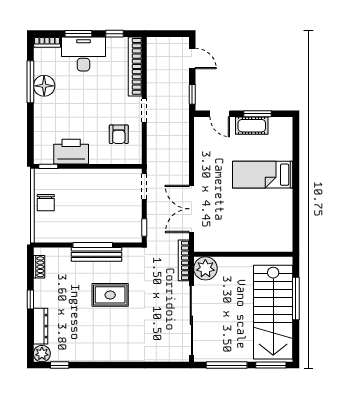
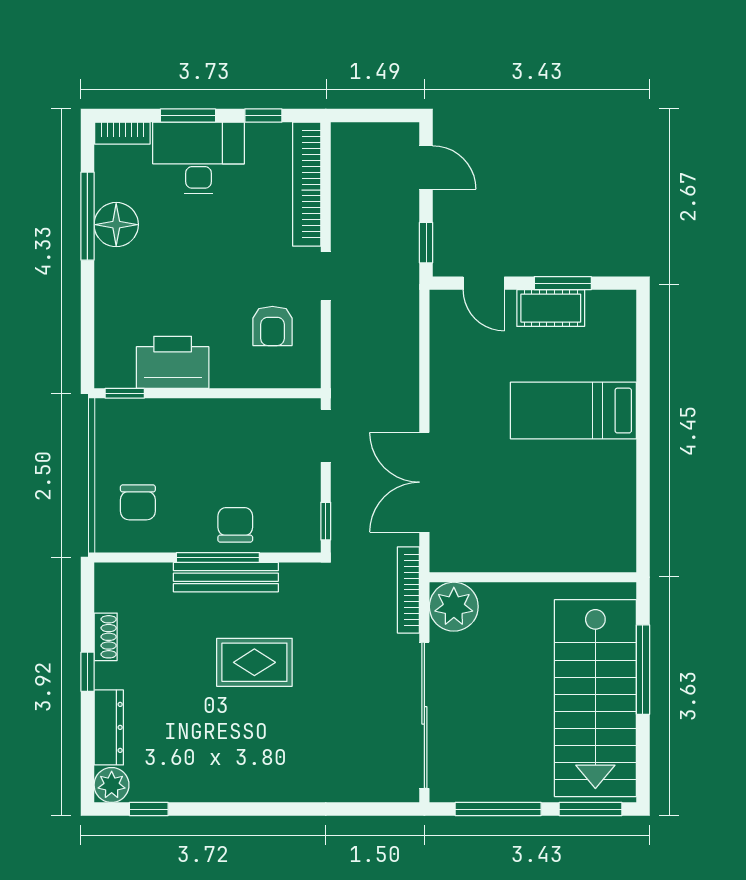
chair: (46, 203) -> (138, 502), moved
chair: (101, 229) -> (235, 525), added
shoe rack: (39, 267) -> (106, 637), moved

